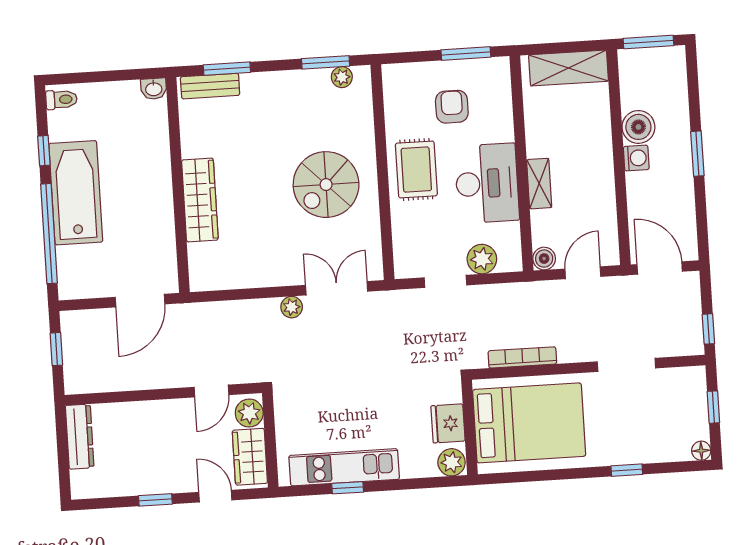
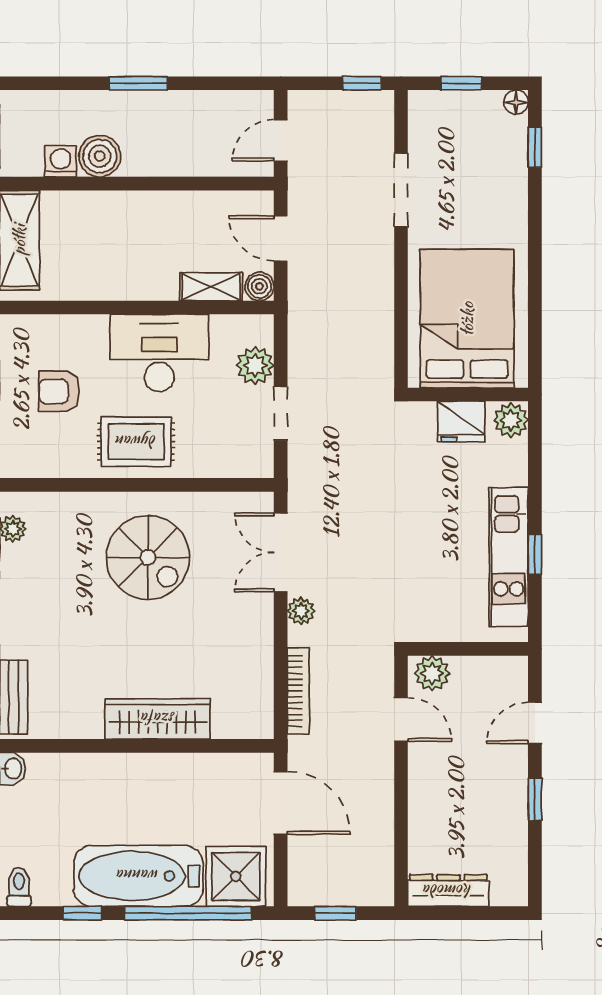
washing machine: (636, 158) -> (61, 161), moved
shelving: (539, 184) -> (211, 287), moved
door: (660, 268) -> (281, 140), width x0.73
shower: (80, 269) -> (236, 876), added
bookcase: (522, 357) -> (298, 691), moved, turned 180
wardrobe: (250, 457) -> (488, 676), removed
window: (627, 470) -> (535, 147), moved

